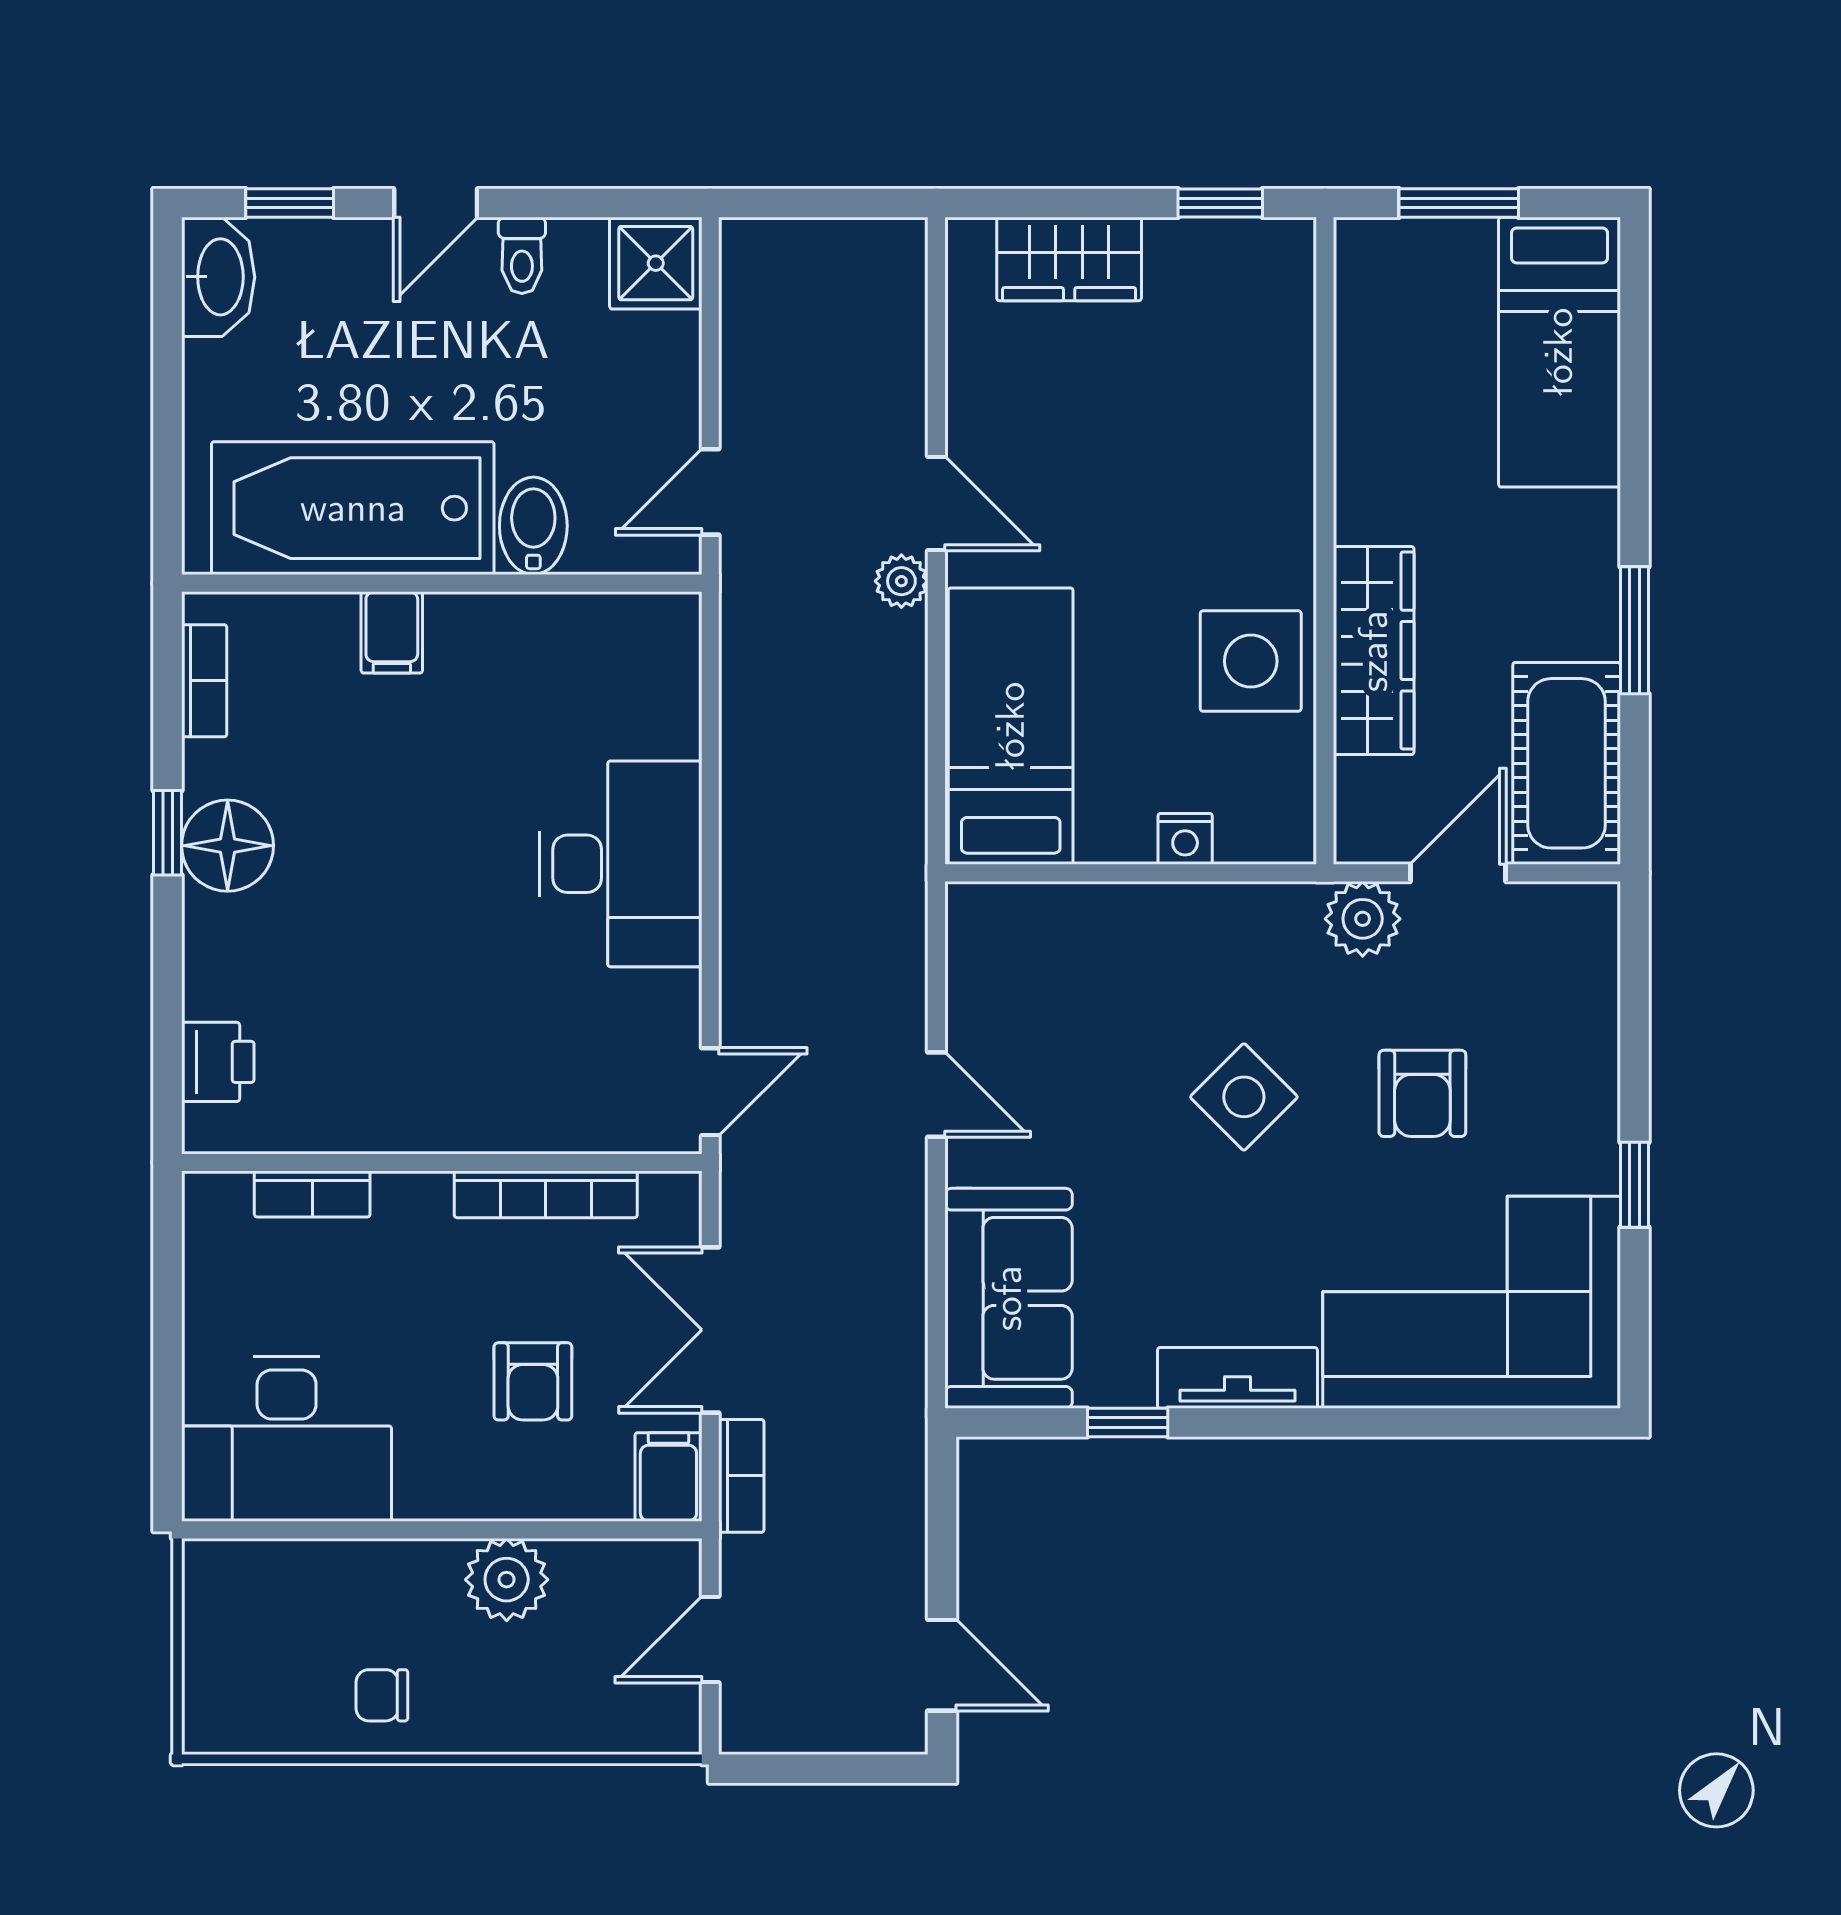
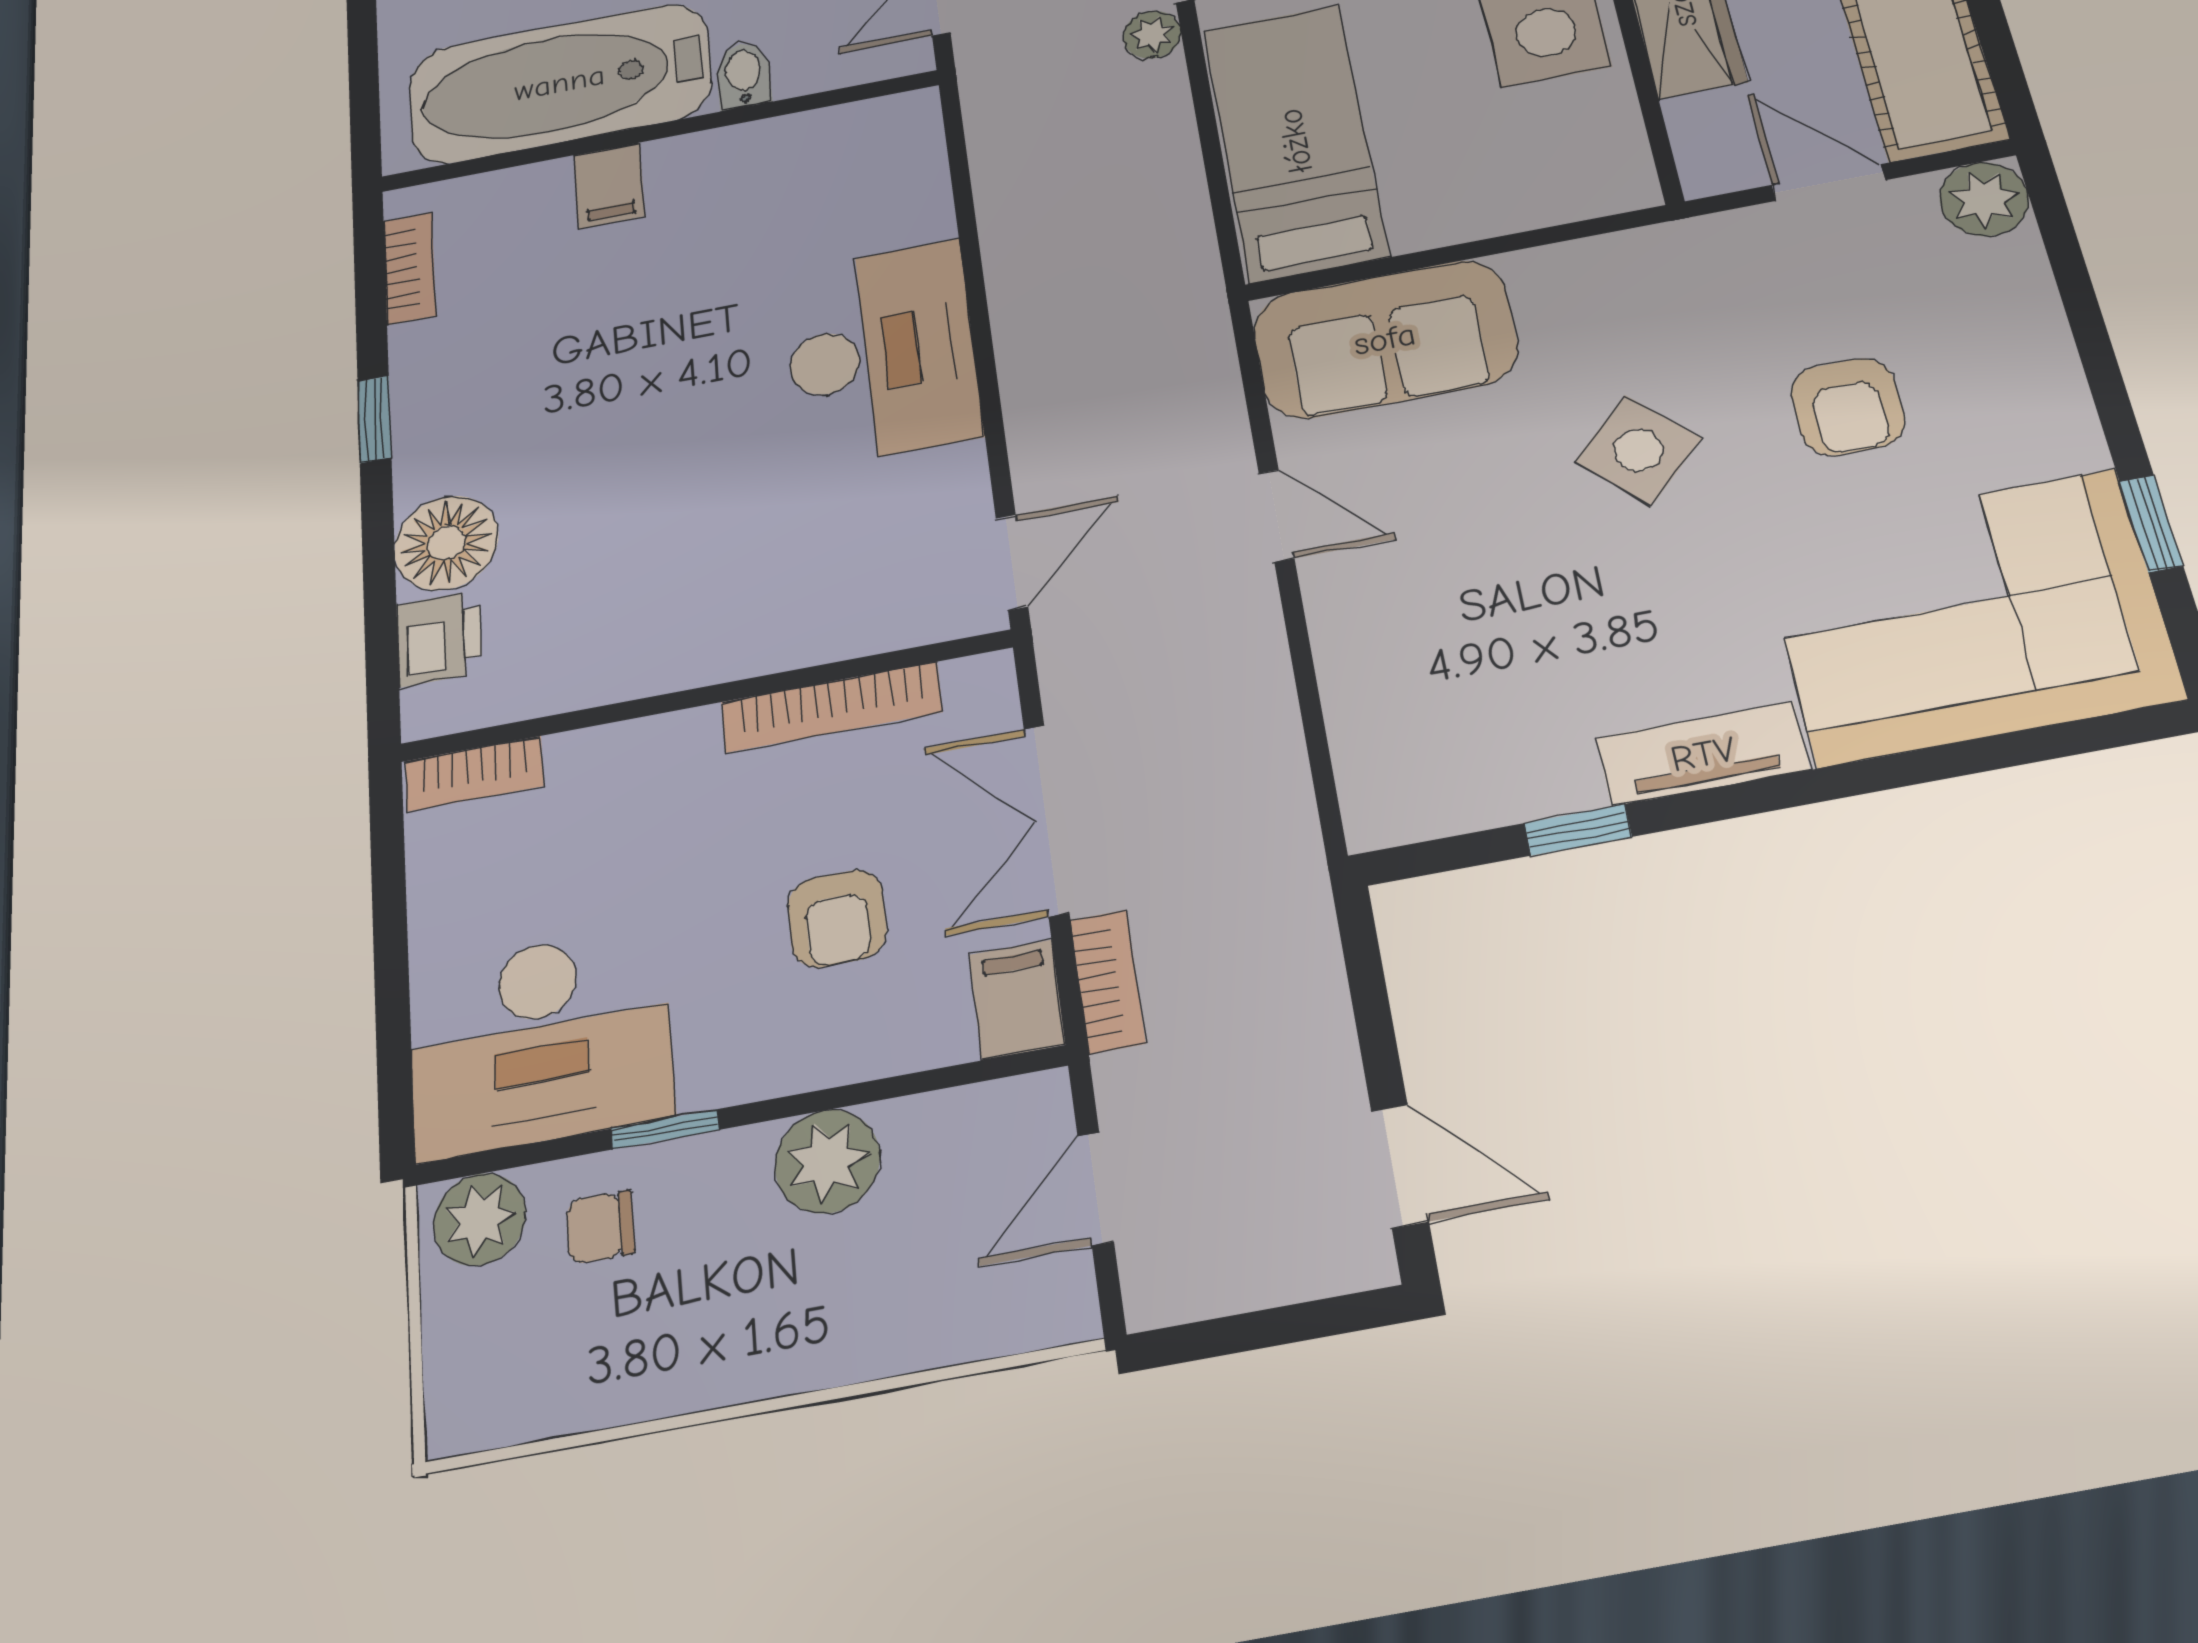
bidet: (533, 526) -> (743, 75), width x0.72, depth x0.74
nightstand: (1185, 839) -> (1511, 209), removed
floor lamp: (228, 846) -> (446, 543), moved
door: (1458, 873) -> (1828, 183), hinge flipped
plant: (1363, 919) -> (1984, 199), moved
window: (1634, 1185) -> (2151, 524), moved
bookcase: (312, 1194) -> (474, 774), moved
sofa: (1008, 1298) -> (1385, 339), moved, turned 90
window: (382, 1530) -> (665, 1129), added
plant: (231, 1575) -> (480, 1219), added
chair: (382, 1695) -> (601, 1227), moved

